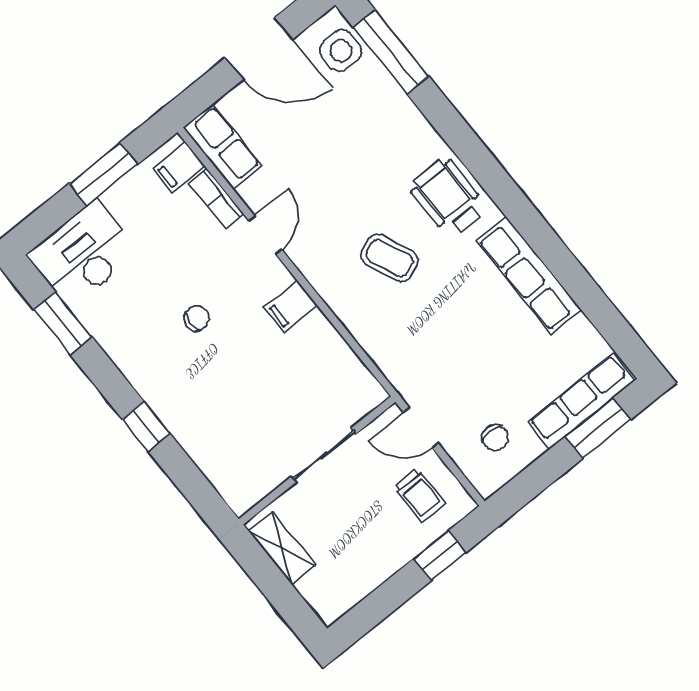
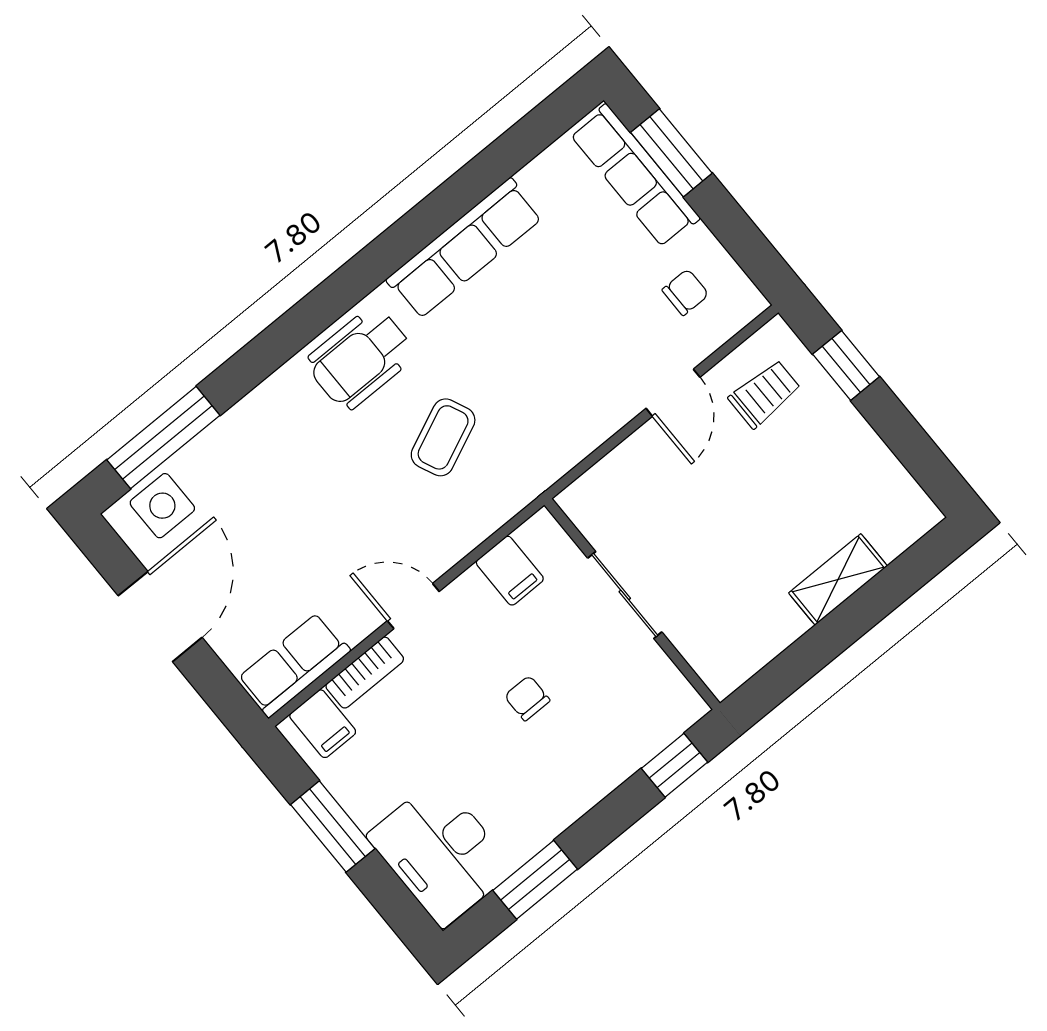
sliding door: (324, 455) -> (625, 595), moved
wall: (317, 461) -> (632, 604), moved

